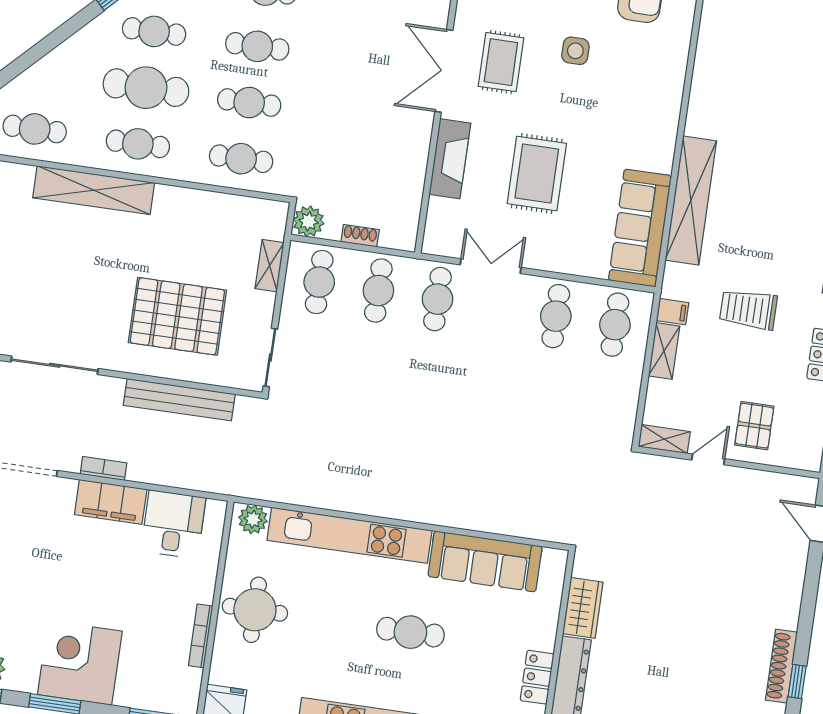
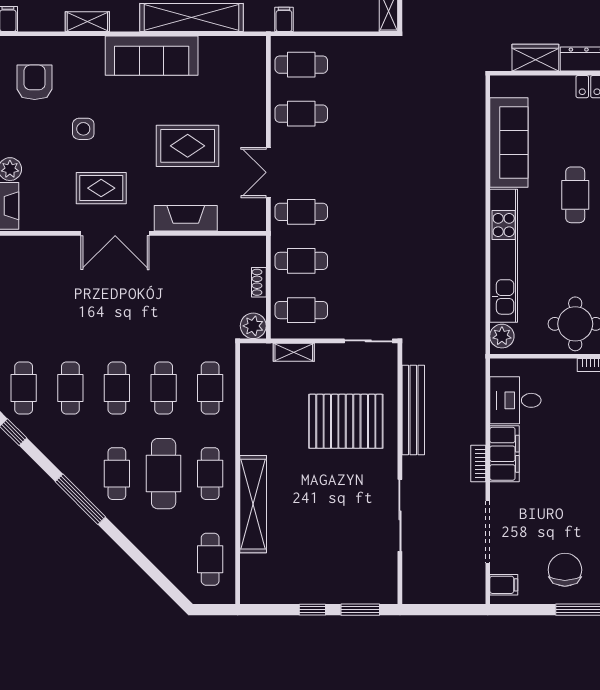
sofa: (640, 228) -> (152, 56), moved
pallet: (177, 316) -> (346, 421), turned 90
shelving: (664, 351) -> (87, 22), moved

